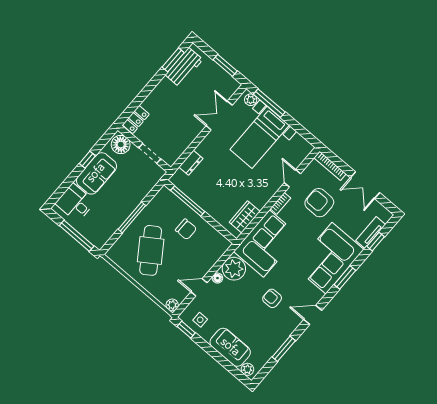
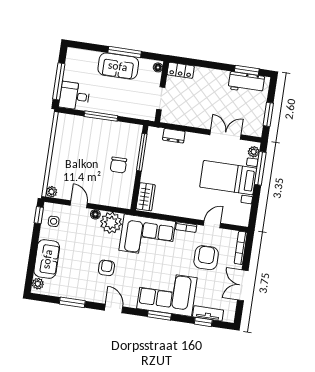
floor lamp: (121, 145) -> (158, 67), width x0.53, depth x0.53
window: (87, 160) -> (125, 52), width x2.17
desk: (75, 203) -> (74, 96), moved, turned -90
wardrobe: (245, 217) -> (146, 197), moved, turned 90
cafe table: (151, 250) -> (84, 147), removed

